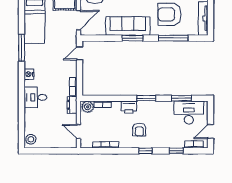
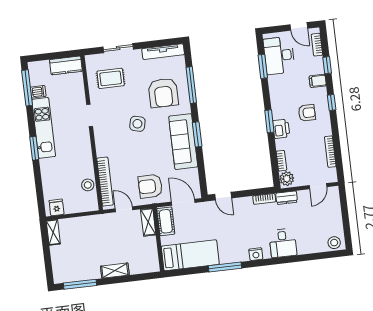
window: (146, 98) -> (269, 121), moved
filing cabinet: (164, 142) -> (318, 81), added

